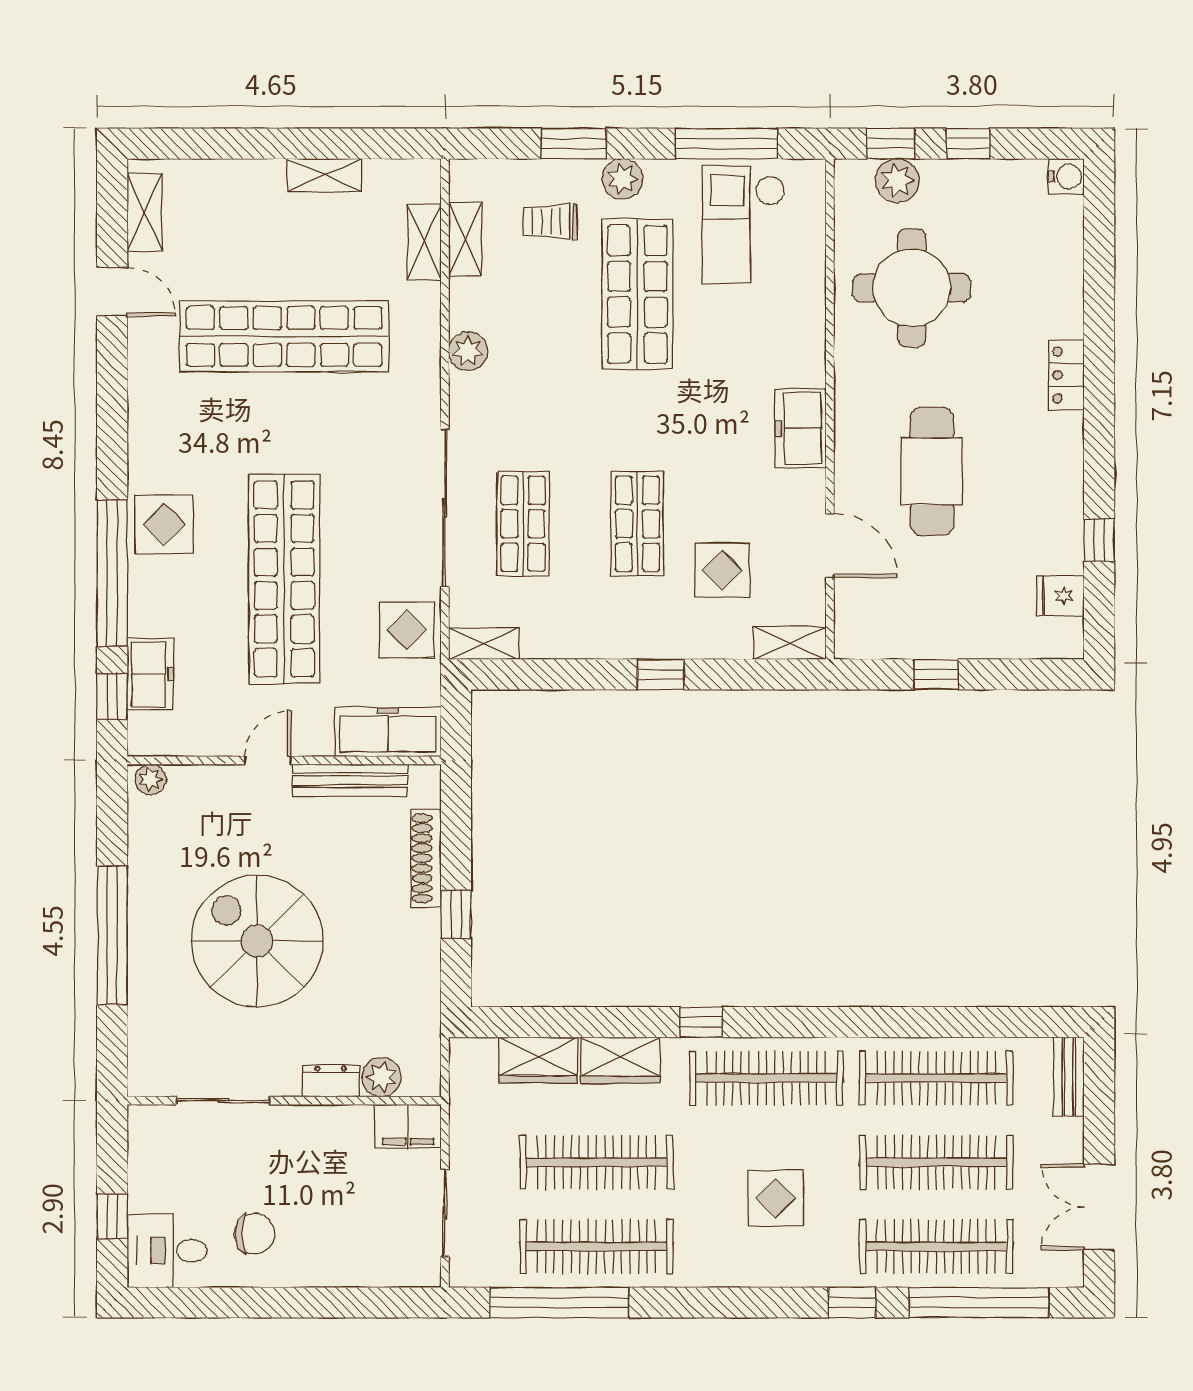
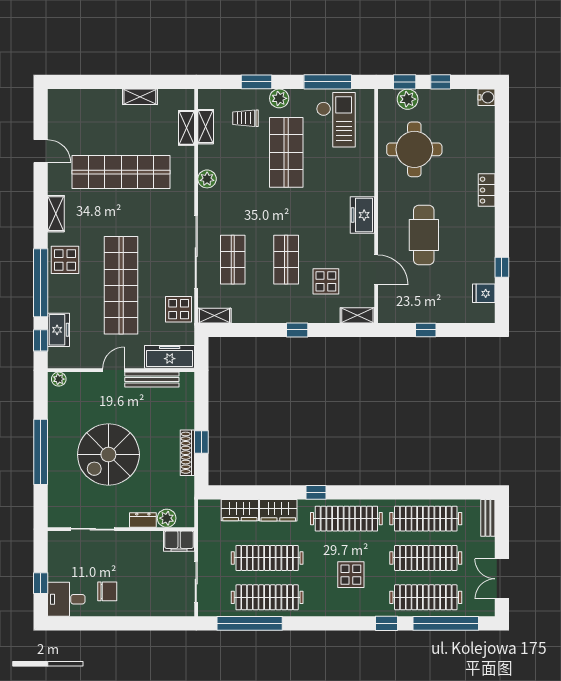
shelving: (145, 212) -> (56, 214), moved
checkout: (744, 225) -> (336, 120), turned 180
shoe rack: (426, 858) -> (187, 453), moved
spiral stairs: (257, 941) -> (108, 455), turned -90

